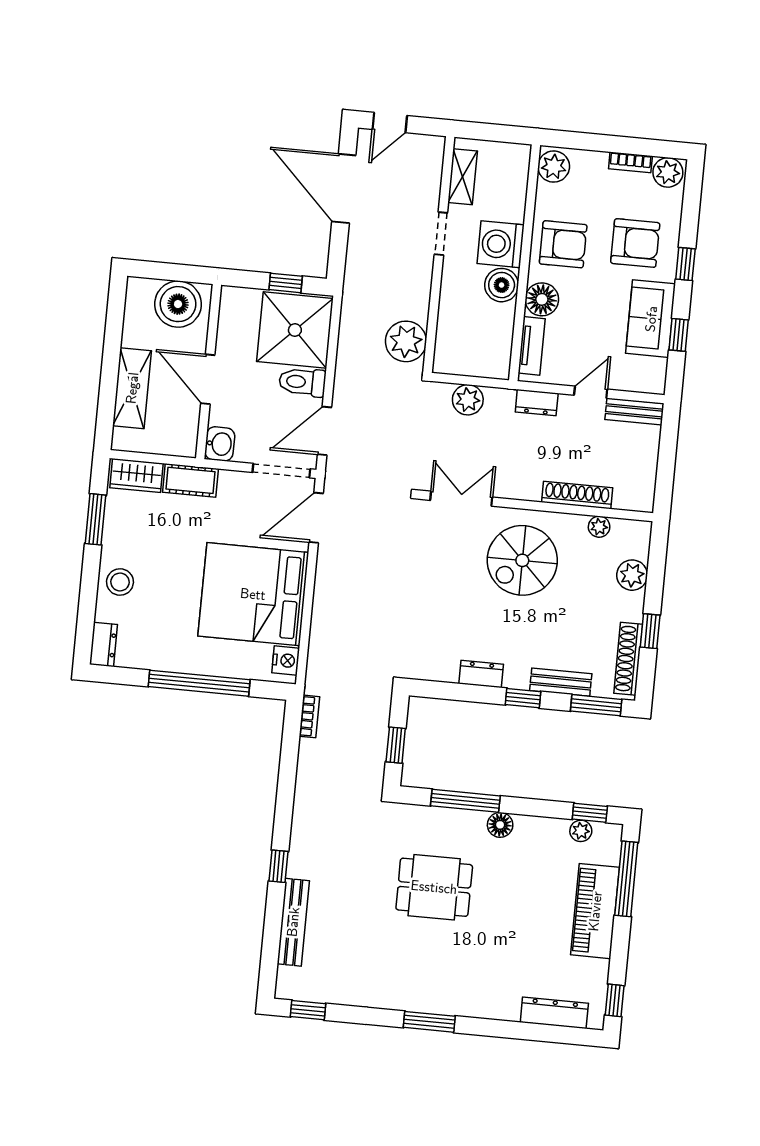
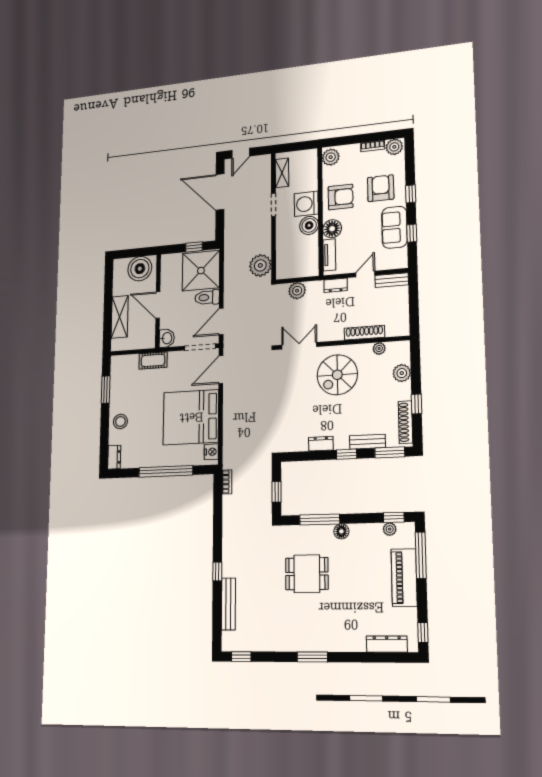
armchair: (635, 243) -> (381, 188), turned -90
wardrobe: (136, 476) -> (125, 363), removed

